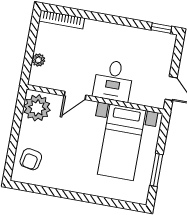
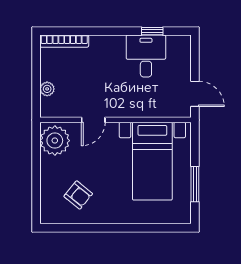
window: (161, 28) -> (152, 31), moved
desk: (113, 81) -> (146, 56), moved, turned 180
armchair: (31, 159) -> (78, 195), moved, turned -62

